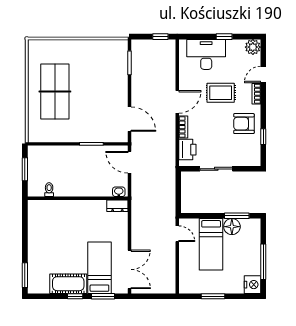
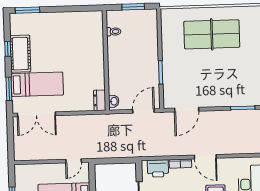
window: (75, 296) -> (8, 49), moved

